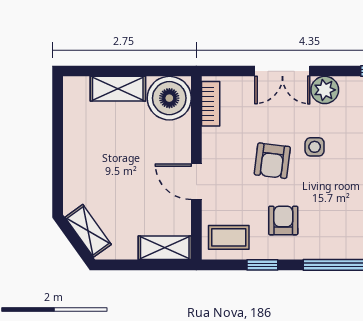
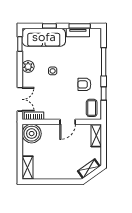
double door: (282, 71) -> (20, 99), moved
shelving: (118, 89) -> (28, 168), moved
armchair: (272, 161) -> (59, 89), removed

